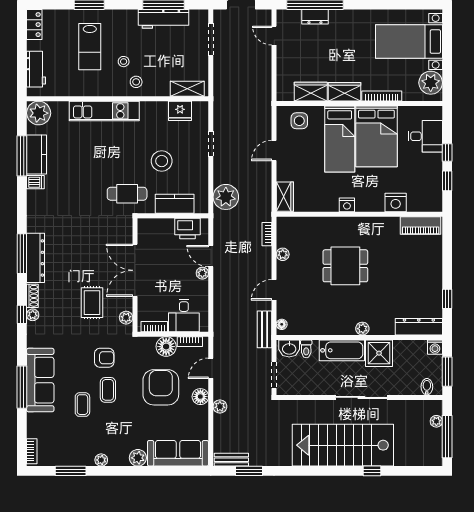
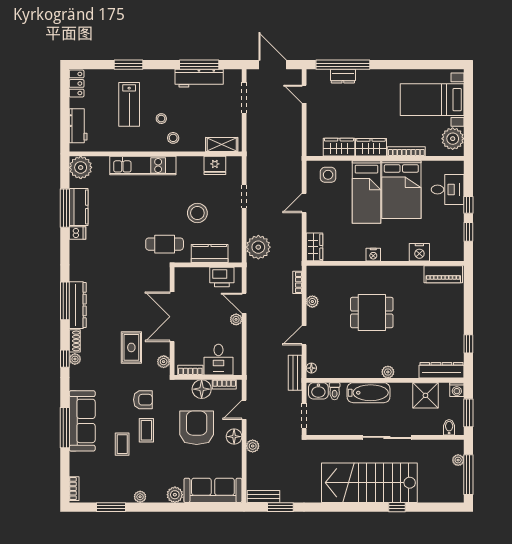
shower: (379, 353) -> (425, 395), moved

